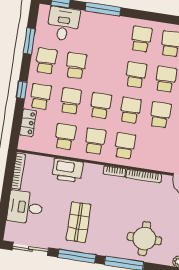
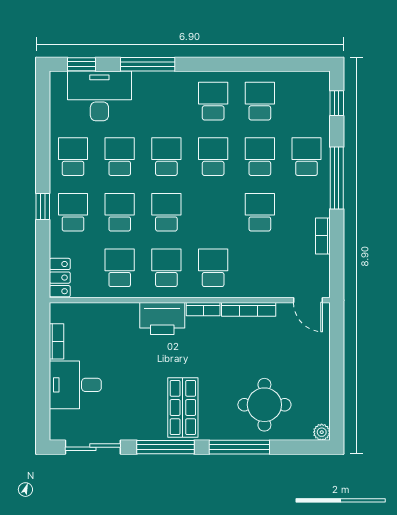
desk: (63, 24) -> (99, 96), width x1.37
window: (29, 41) -> (43, 130), removed
school desk: (130, 110) -> (166, 157), moved
locker: (28, 123) -> (60, 278), moved
printer: (67, 170) -> (162, 319), moved
bookcase: (18, 171) -> (57, 341), width x0.64
shop shelf: (79, 222) -> (183, 408), moved

